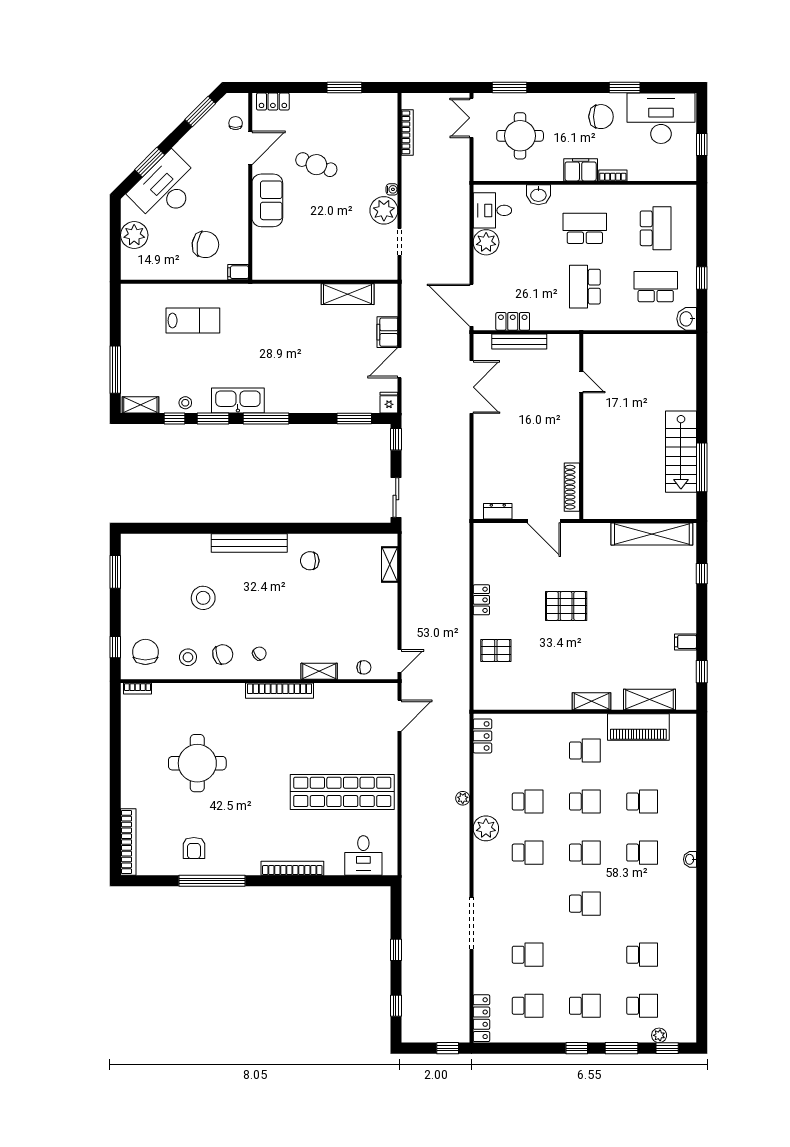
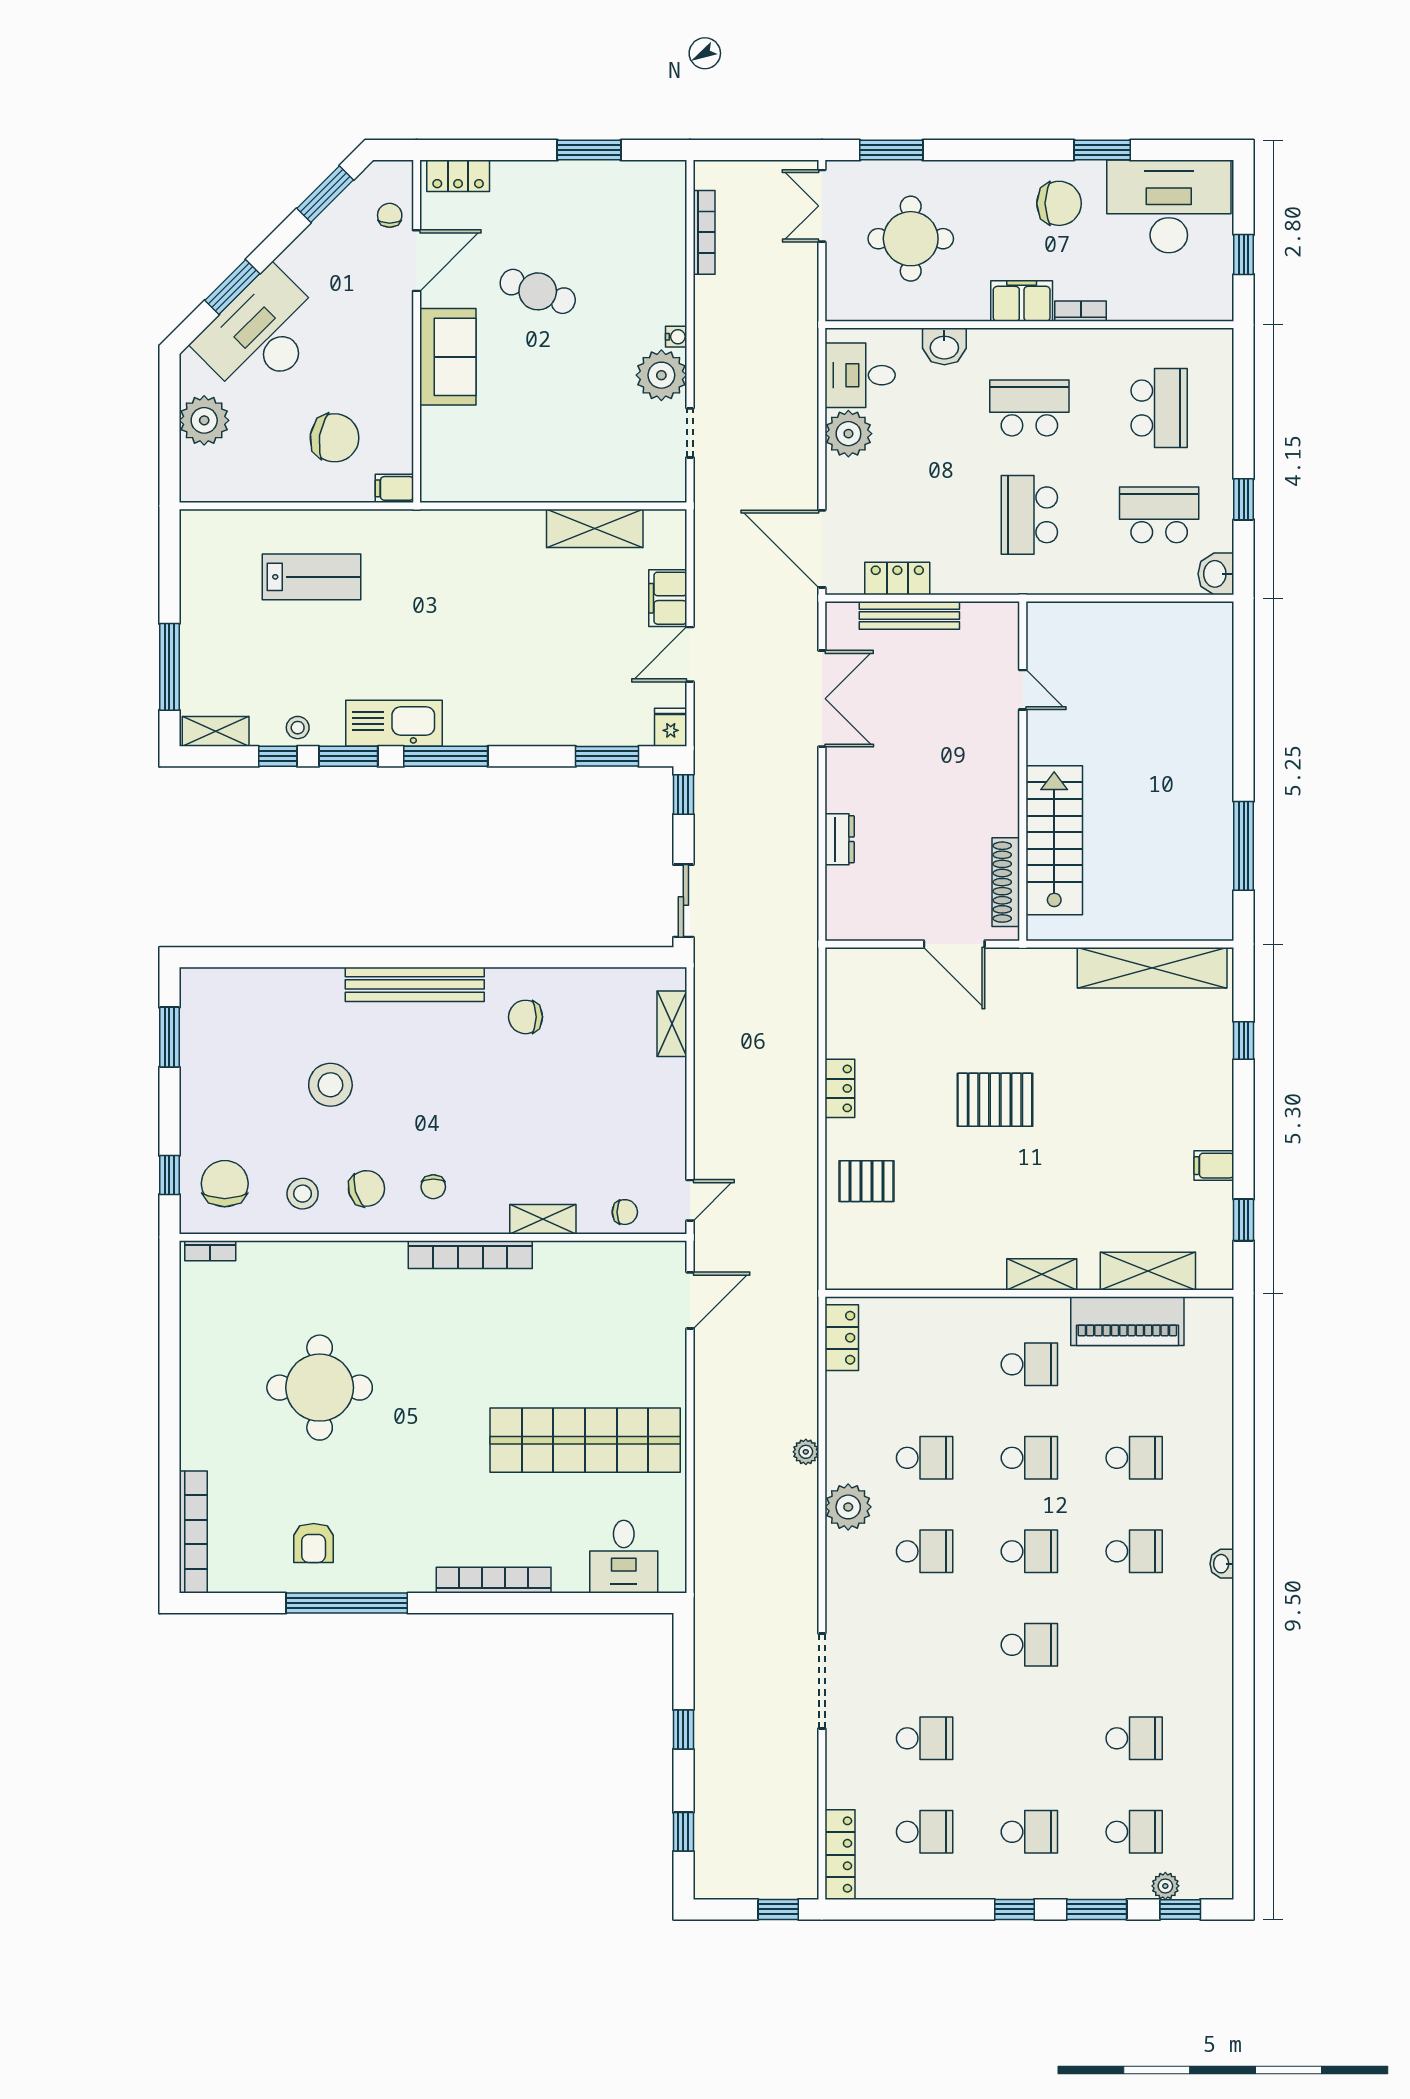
stairs: (681, 452) -> (1054, 840), moved, turned 180
dresser: (498, 511) -> (840, 839), moved, turned 90
chair: (259, 654) -> (433, 1187), turned 127

